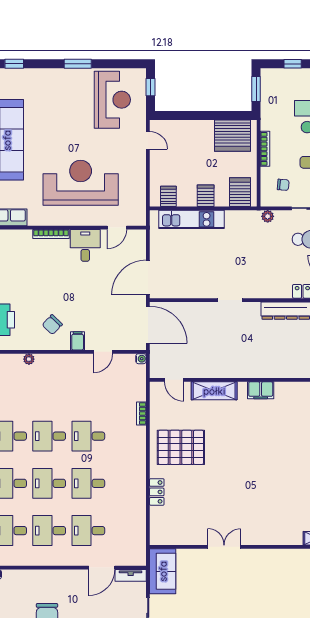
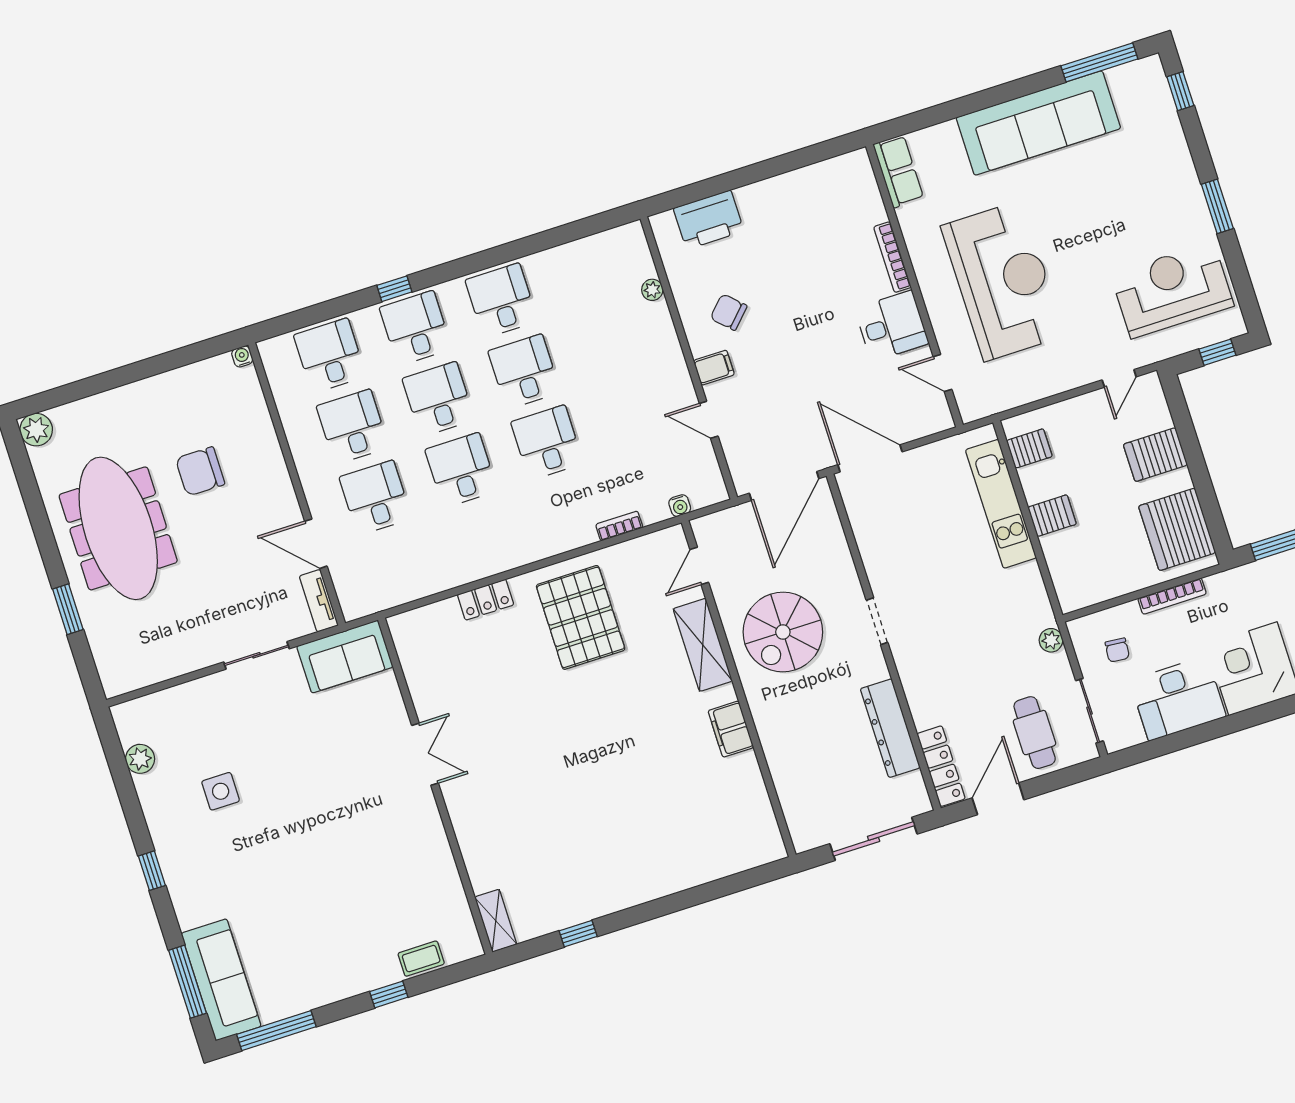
reception desk: (112, 100) -> (1172, 290), turned 180
server rack: (240, 192) -> (1155, 455), moved, turned 180
spiral stairs: (221, 349) -> (783, 632), added
water cooler: (141, 359) -> (680, 506), moved

